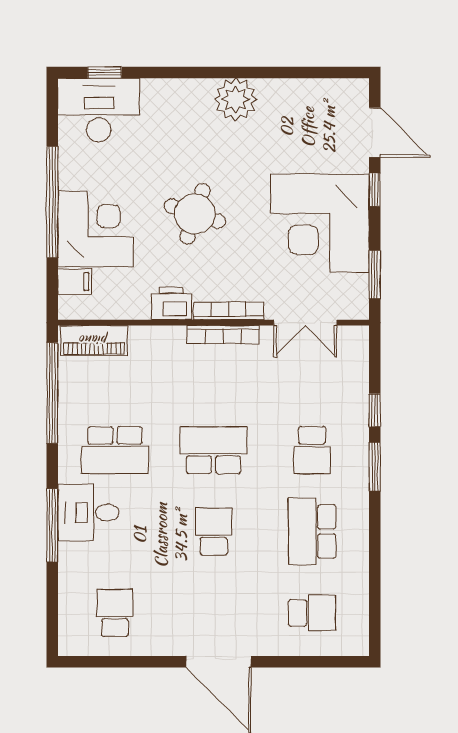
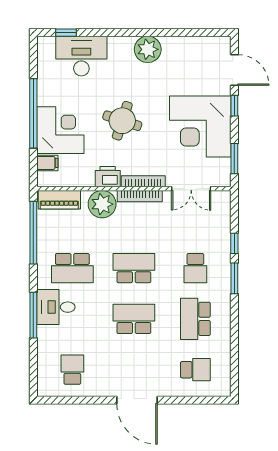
desk: (99, 110) -> (81, 56), moved
plant: (163, 348) -> (102, 204), added
school desk: (214, 531) -> (134, 319), width x1.85

